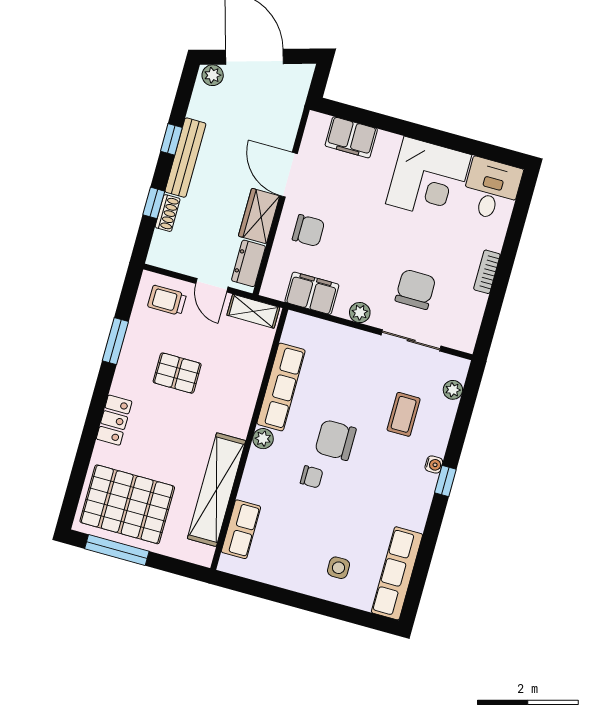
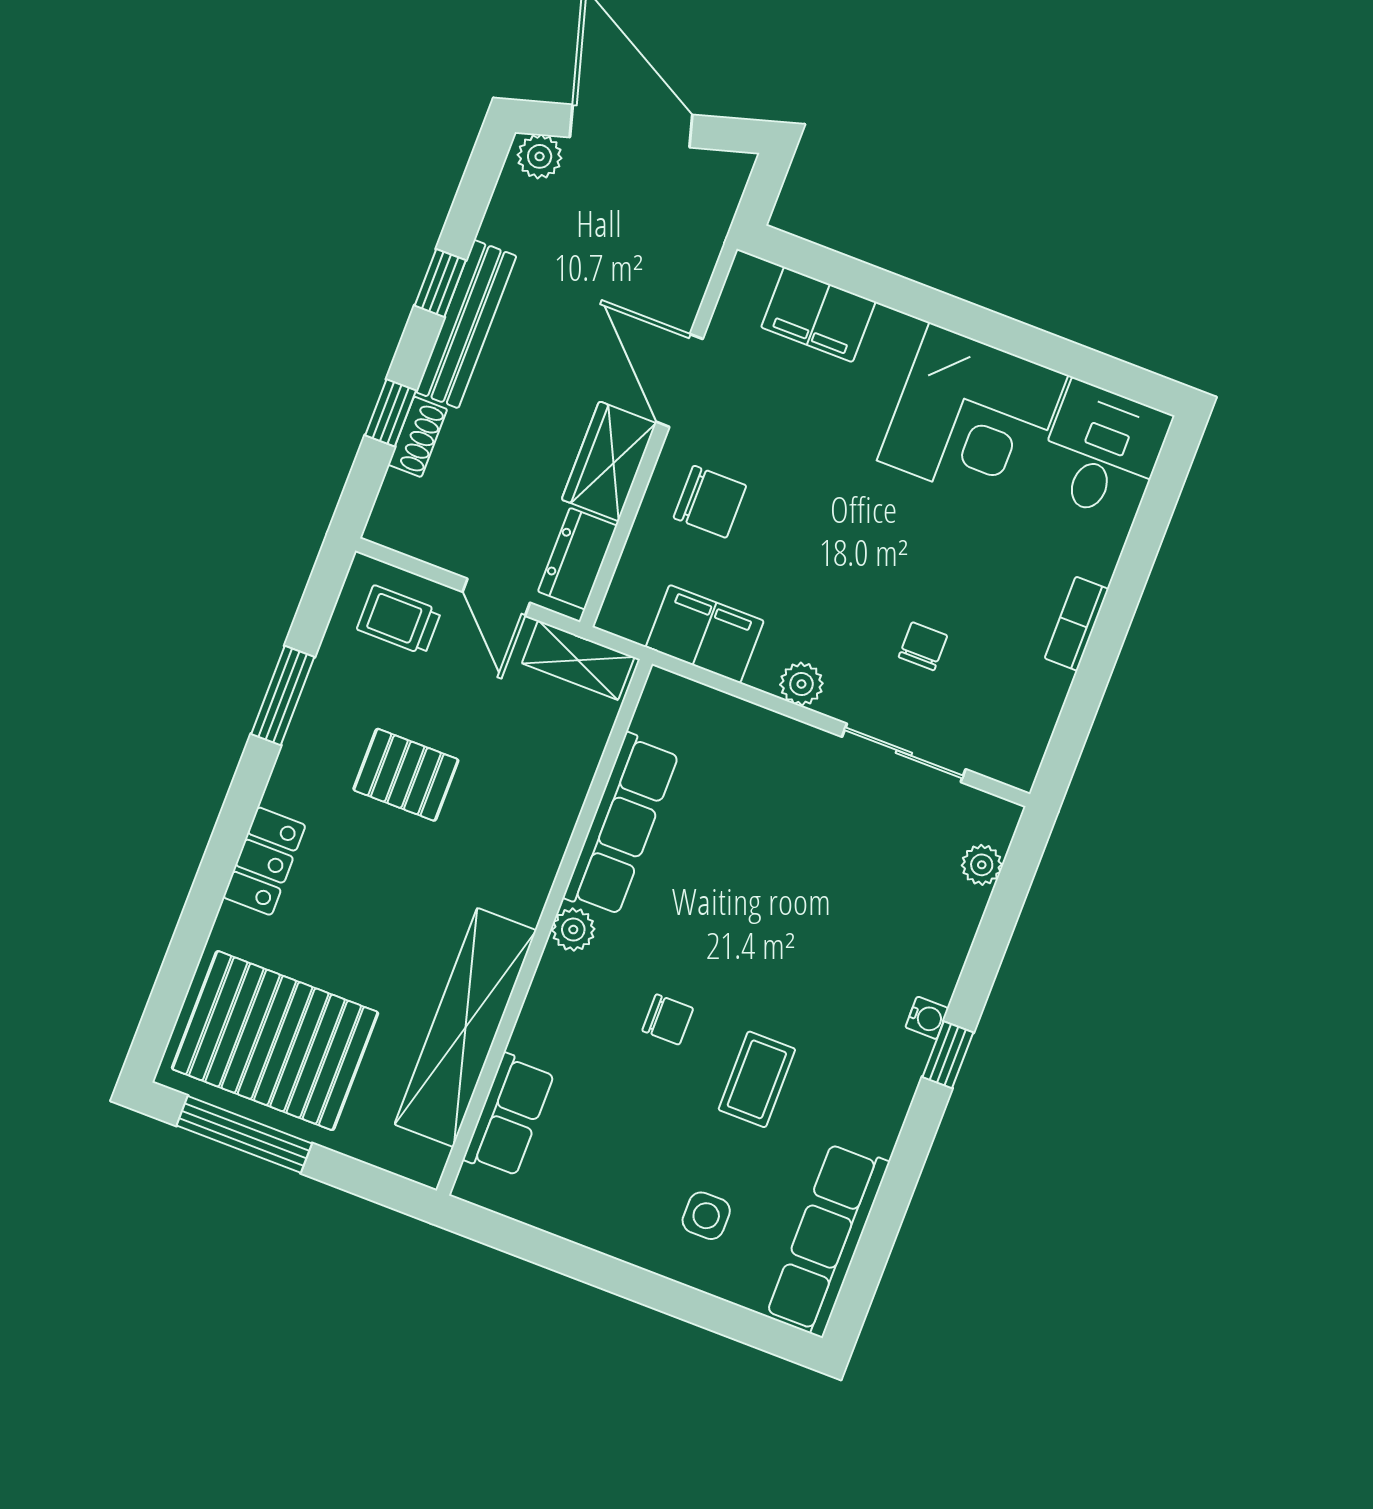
chair: (415, 289) -> (923, 646), width x0.54, depth x0.54
coffee table: (404, 414) -> (757, 1079), moved
chair: (336, 440) -> (725, 947), removed

